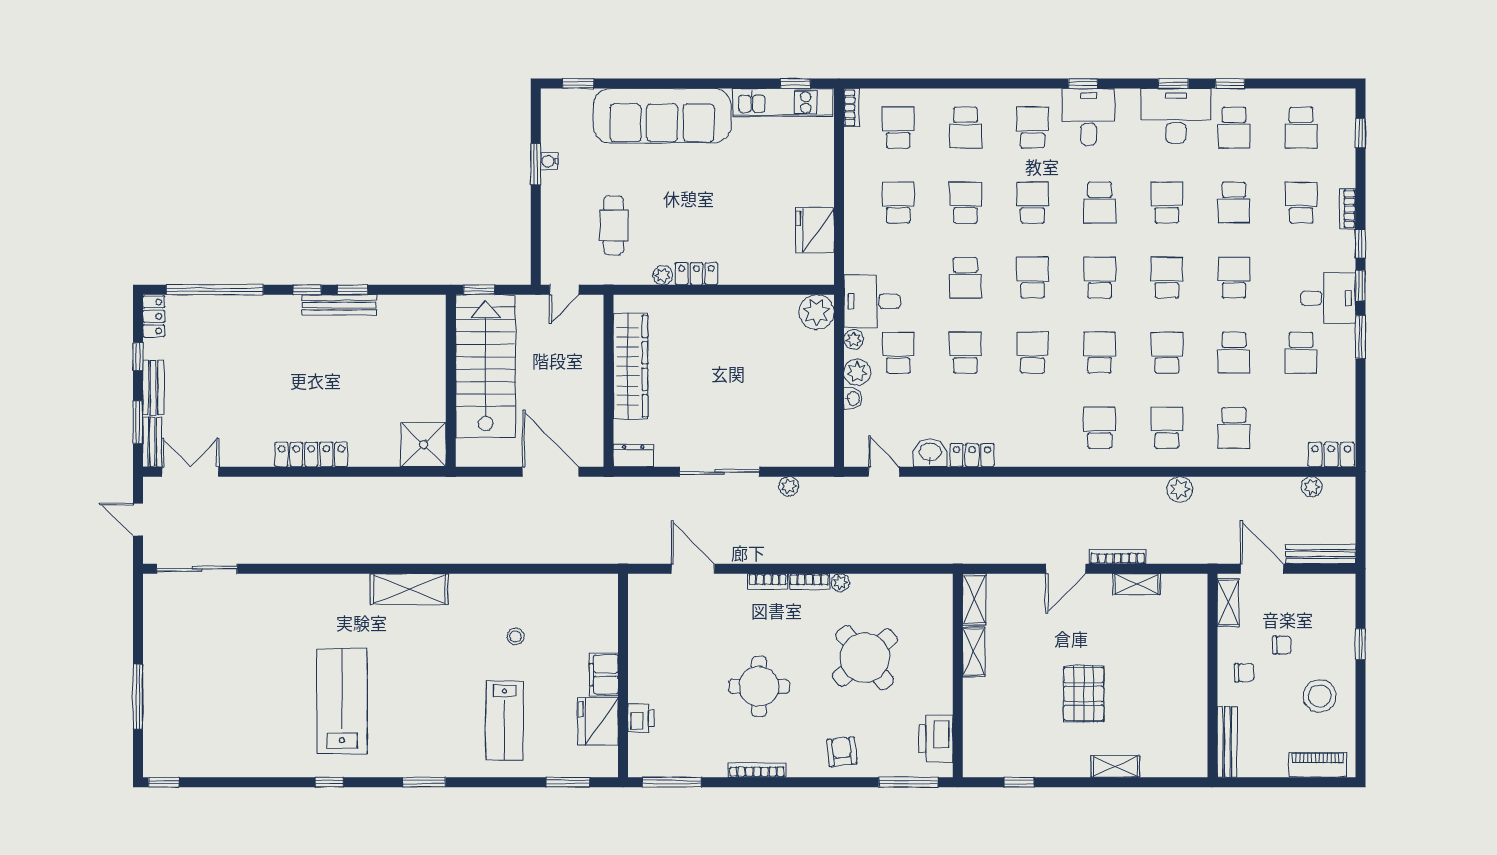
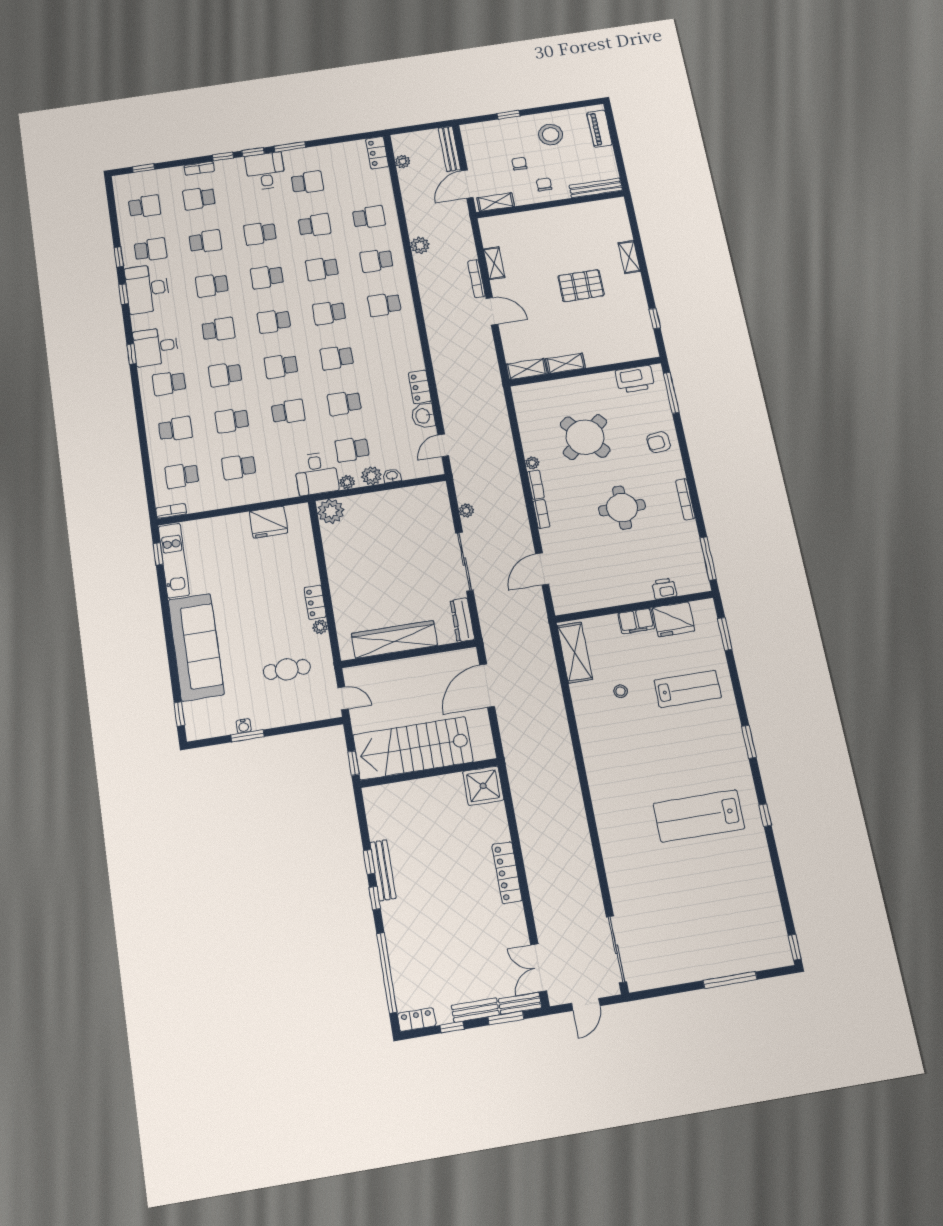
dresser: (633, 456) -> (462, 620), width x1.44
shelving: (409, 589) -> (575, 652), moved

